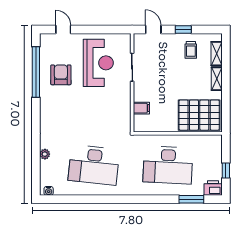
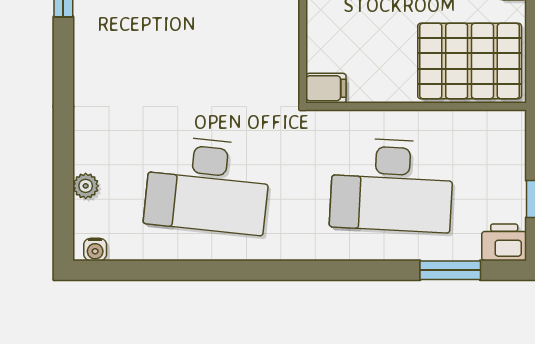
filing cabinet: (141, 108) -> (326, 88), moved
plant: (45, 154) -> (86, 186), moved

